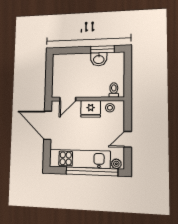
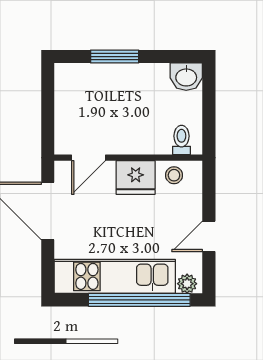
window: (102, 49) -> (115, 57), moved
washbasin: (99, 59) -> (186, 77), moved

